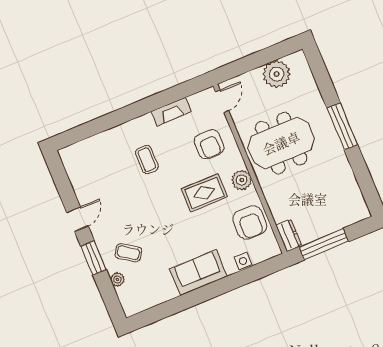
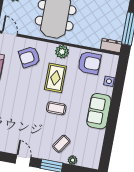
armchair: (209, 144) -> (29, 57), turned 151
coffee table: (147, 160) -> (56, 108), moved

